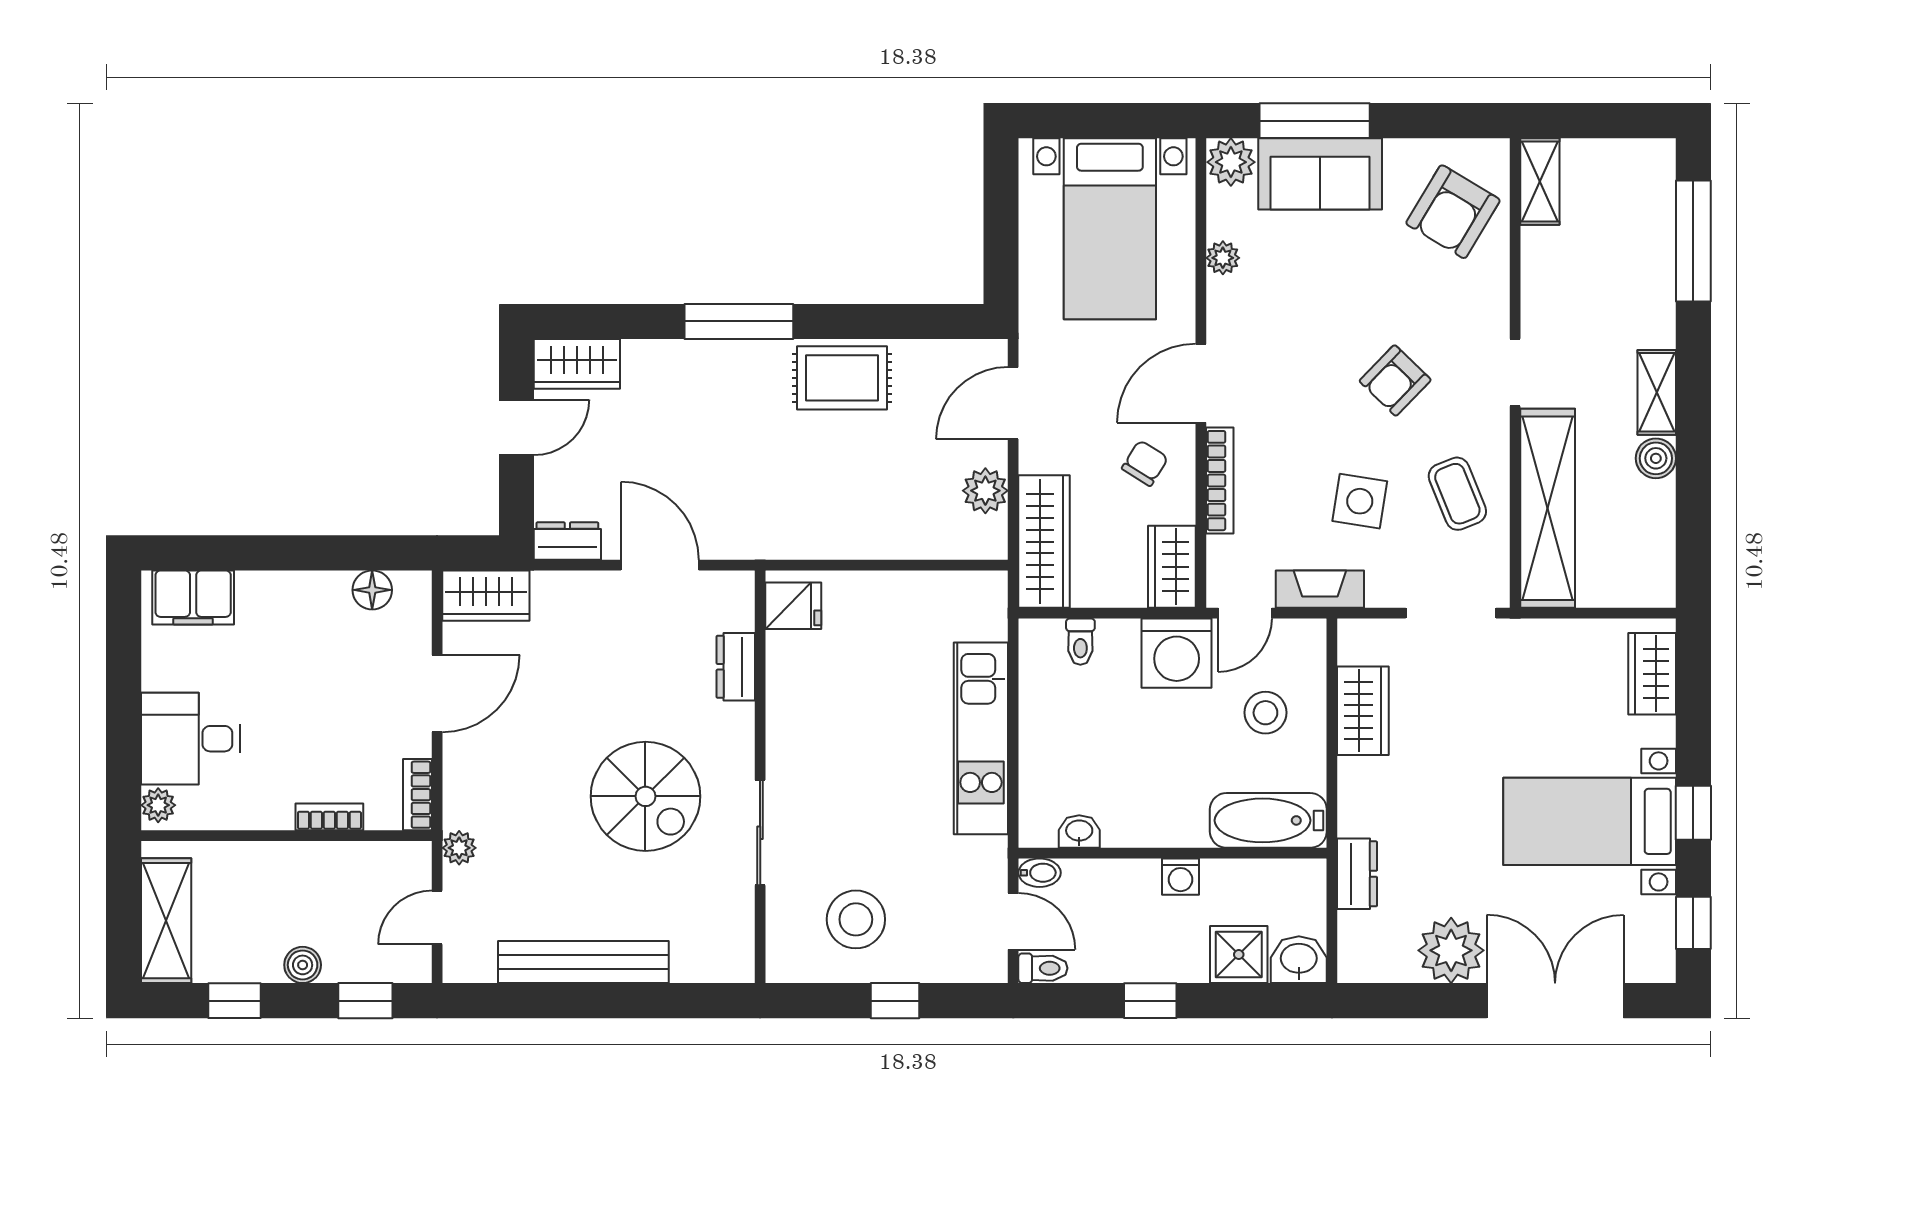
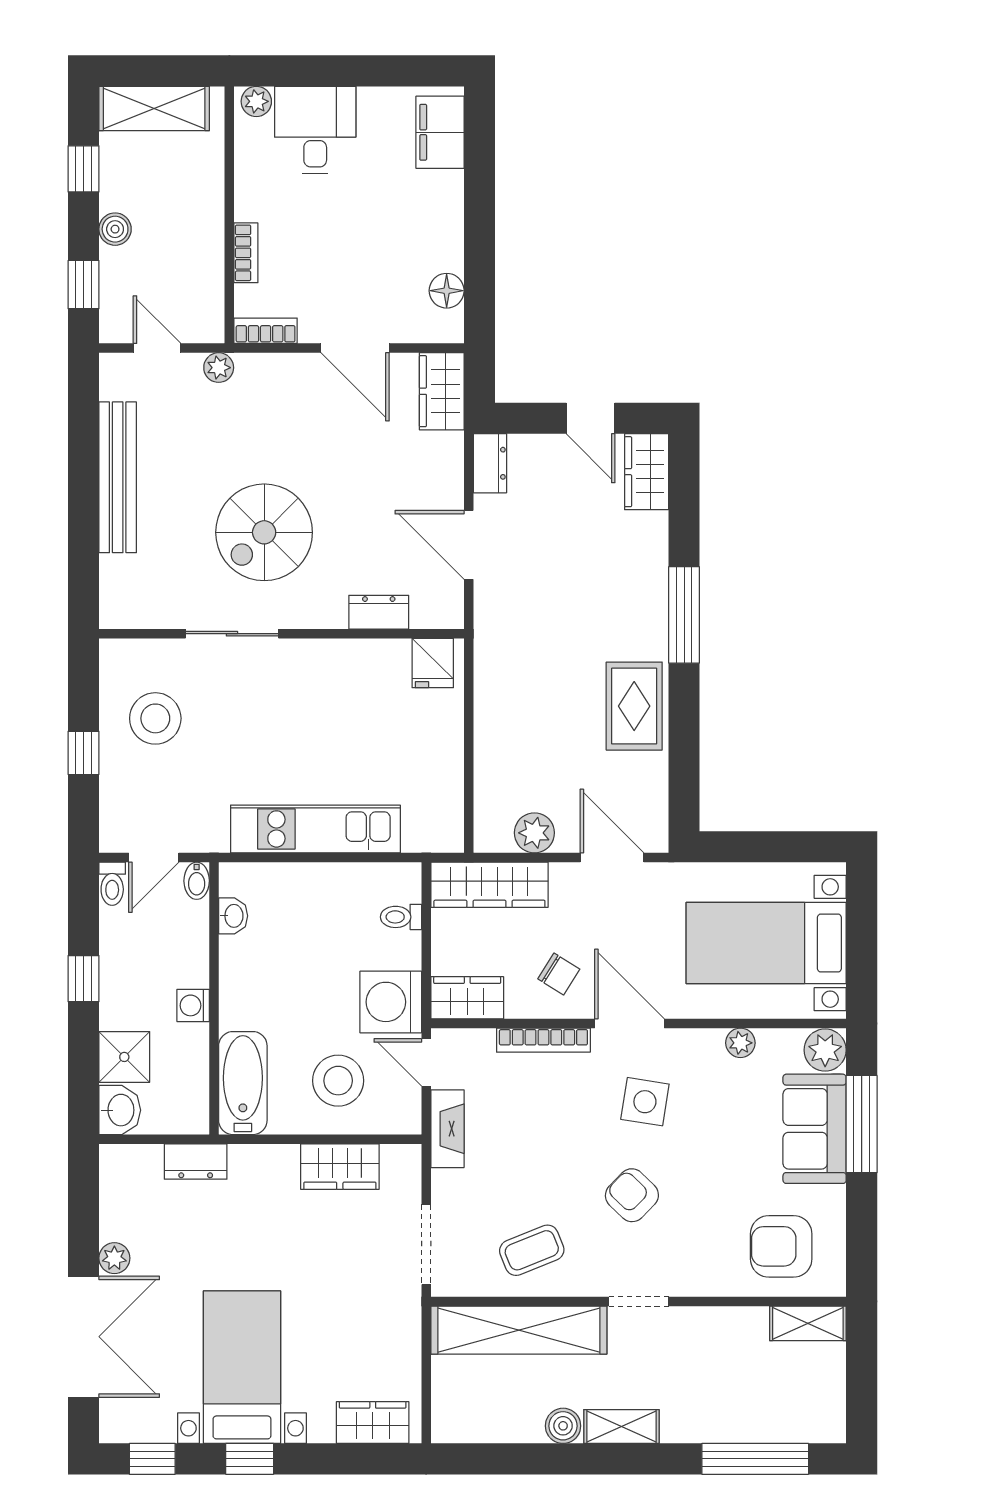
armchair: (1453, 212) -> (781, 1246), turned -31
side table: (1360, 501) -> (645, 1102), moved
door: (660, 565) -> (469, 545), swing flipped
stool: (1265, 713) -> (338, 1081), width x1.38, depth x1.38
plant: (1451, 950) -> (114, 1258), width x0.53, depth x0.53

